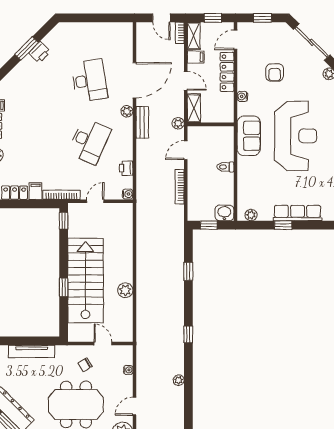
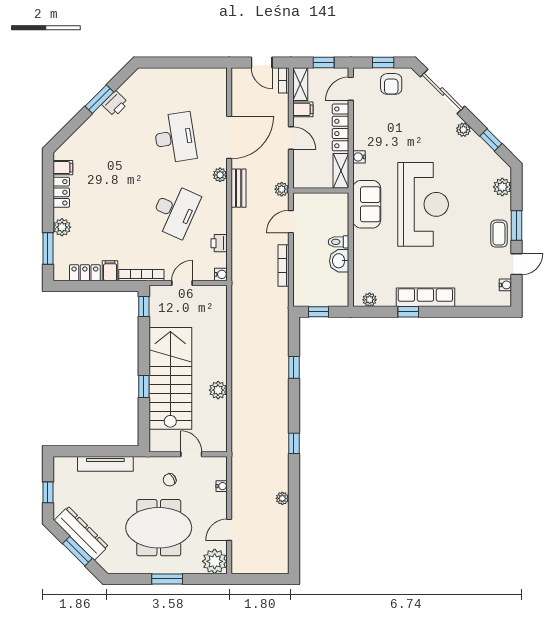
armchair: (275, 73) -> (391, 84), moved
shelving: (194, 108) -> (341, 171), moved
washbasin: (224, 213) -> (339, 261), moved, turned -90

